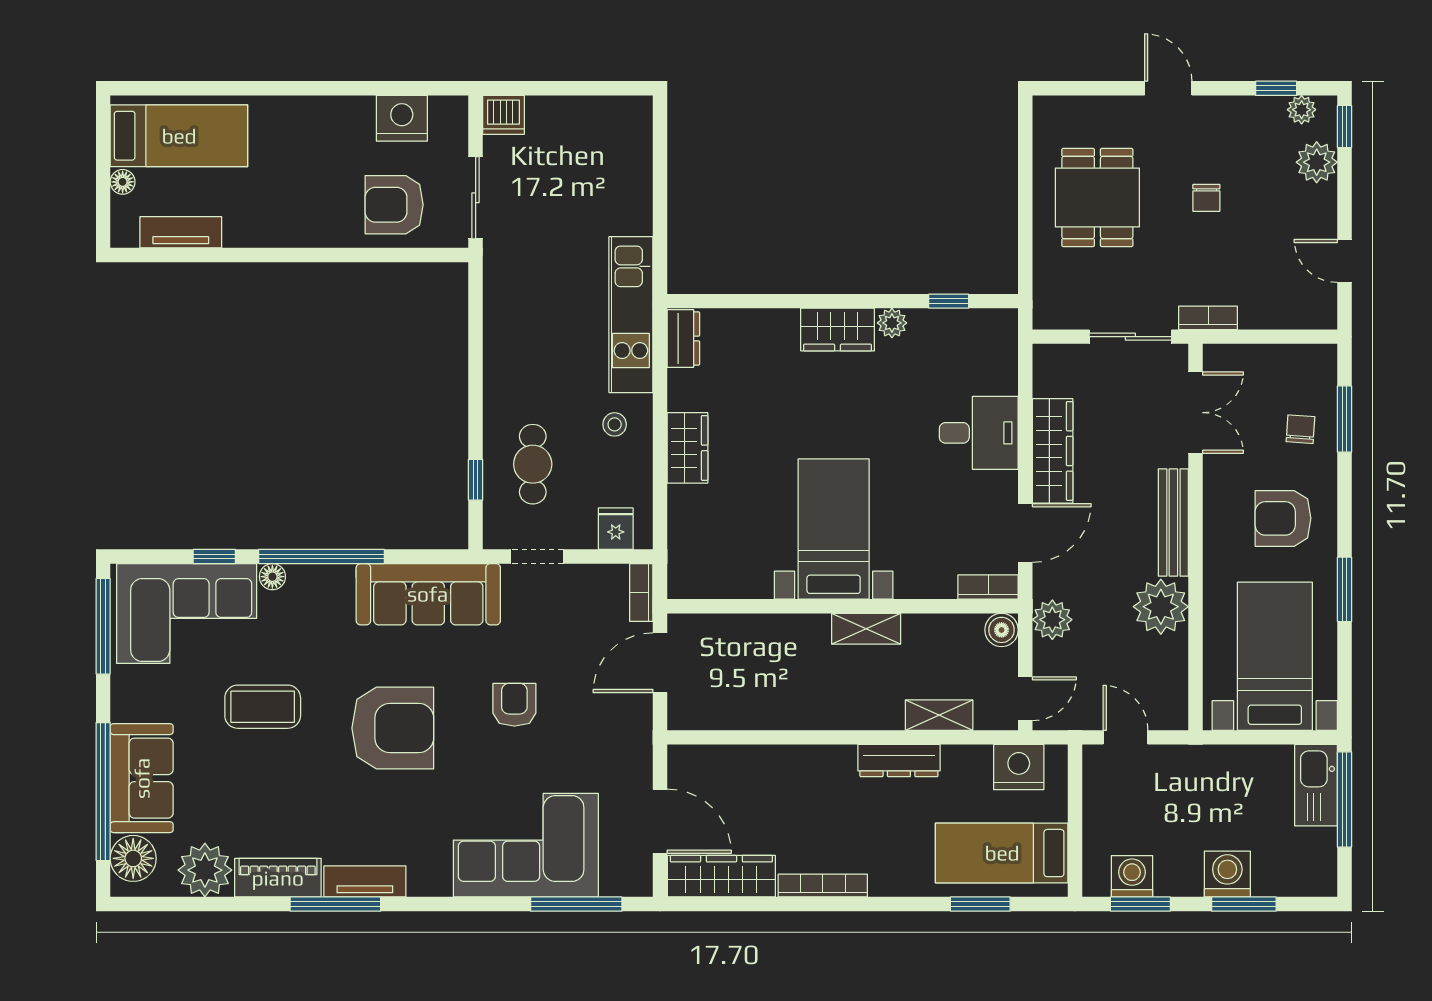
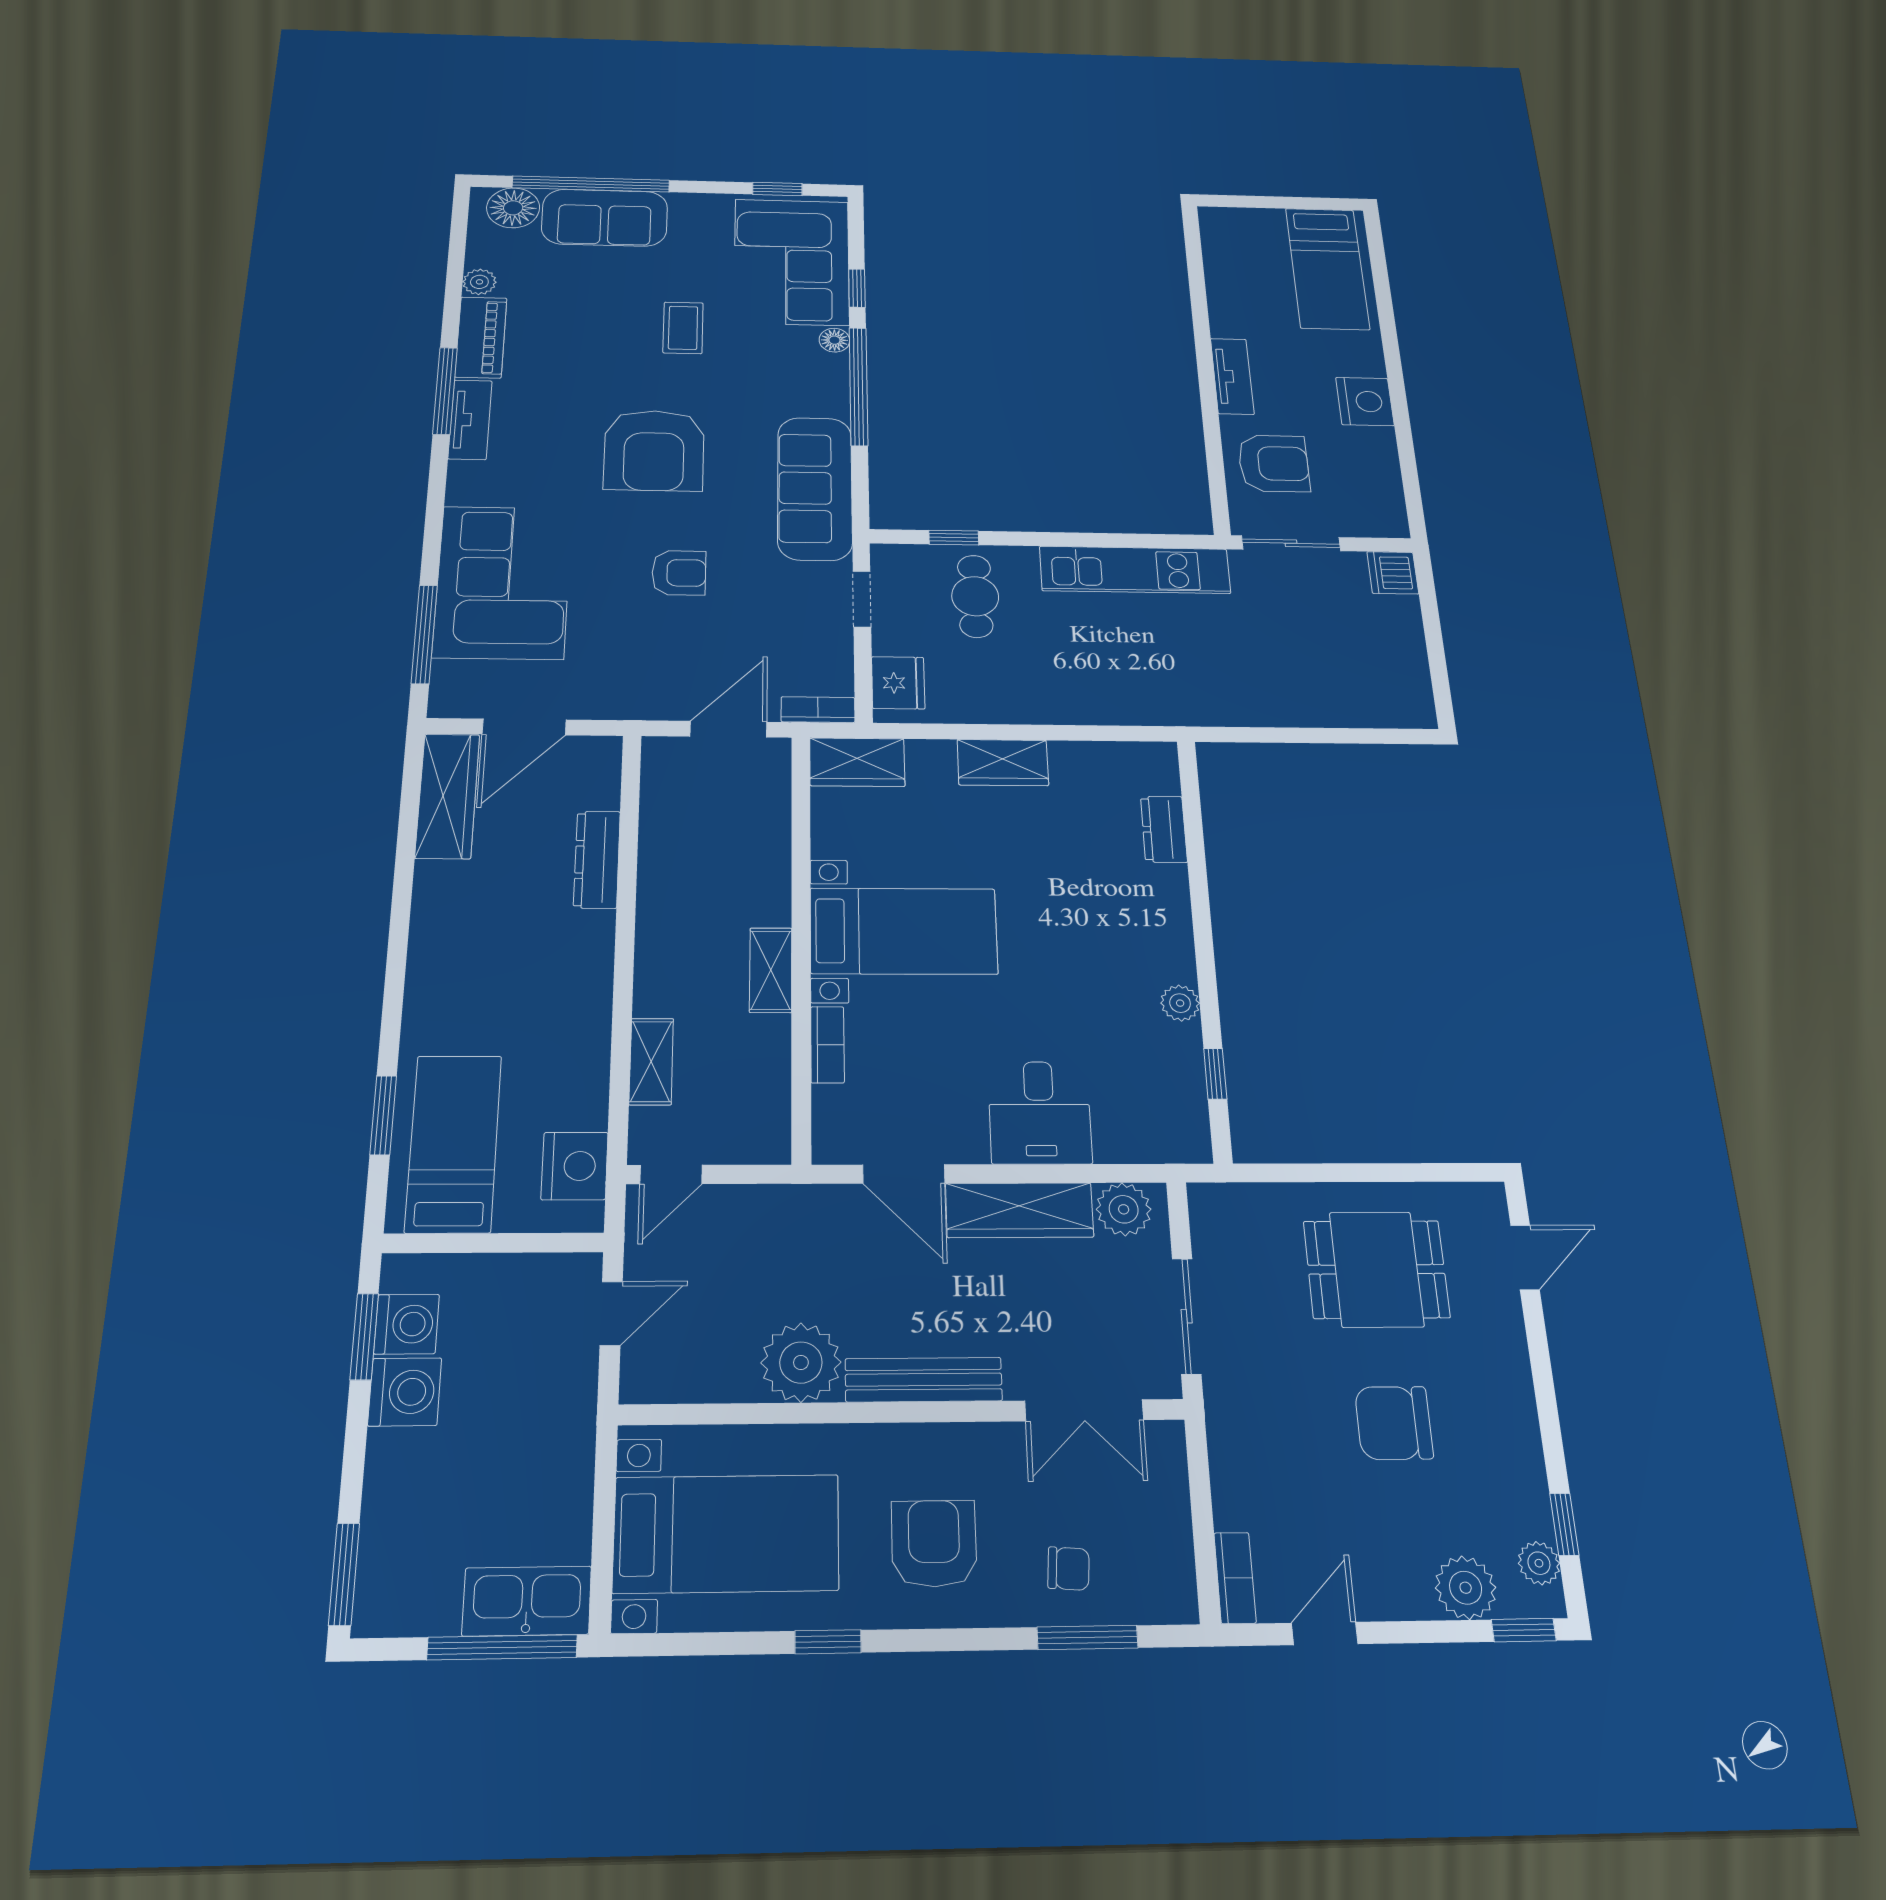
door: (1168, 88) -> (1525, 1257), moved
nightstand: (402, 118) -> (1365, 401), moved
floor lamp: (123, 182) -> (1270, 219), removed
chair: (1206, 198) -> (1394, 1423), width x1.87, depth x1.87
armchair: (394, 205) -> (1274, 463), turned 90
tv unit: (181, 232) -> (1232, 376), moved
kitchen unit: (631, 315) -> (1135, 570), moved, turned 180
bookcase: (1208, 318) -> (1235, 1578), moved
wardrobe: (838, 330) -> (857, 762), moved, turned -90
dresser: (683, 338) -> (1164, 829), moved, turned 90
stool: (615, 424) -> (1028, 683), removed
cafe table: (533, 464) -> (975, 596), turned 90
fridge: (616, 529) -> (898, 683), width x1.38
bookcase: (988, 587) -> (827, 1045), moved
window: (1345, 589) -> (828, 1642), width x0.67
plant: (1052, 620) -> (1124, 1209), moved
window: (103, 626) -> (777, 189), width x0.46
boiler: (1002, 630) -> (768, 1143), removed
door: (660, 663) -> (728, 729), hinge flipped
door: (1025, 699) -> (671, 1175), hinge flipped
coffee table: (263, 707) -> (683, 328), width x0.73, depth x0.77
dresser: (899, 761) -> (597, 860), moved
plant: (205, 870) -> (479, 282), width x0.53, depth x0.53
washing machine: (1227, 874) -> (405, 1392), moved
bookcase: (823, 886) -> (425, 916), removed
window: (1244, 904) -> (344, 1574), moved

